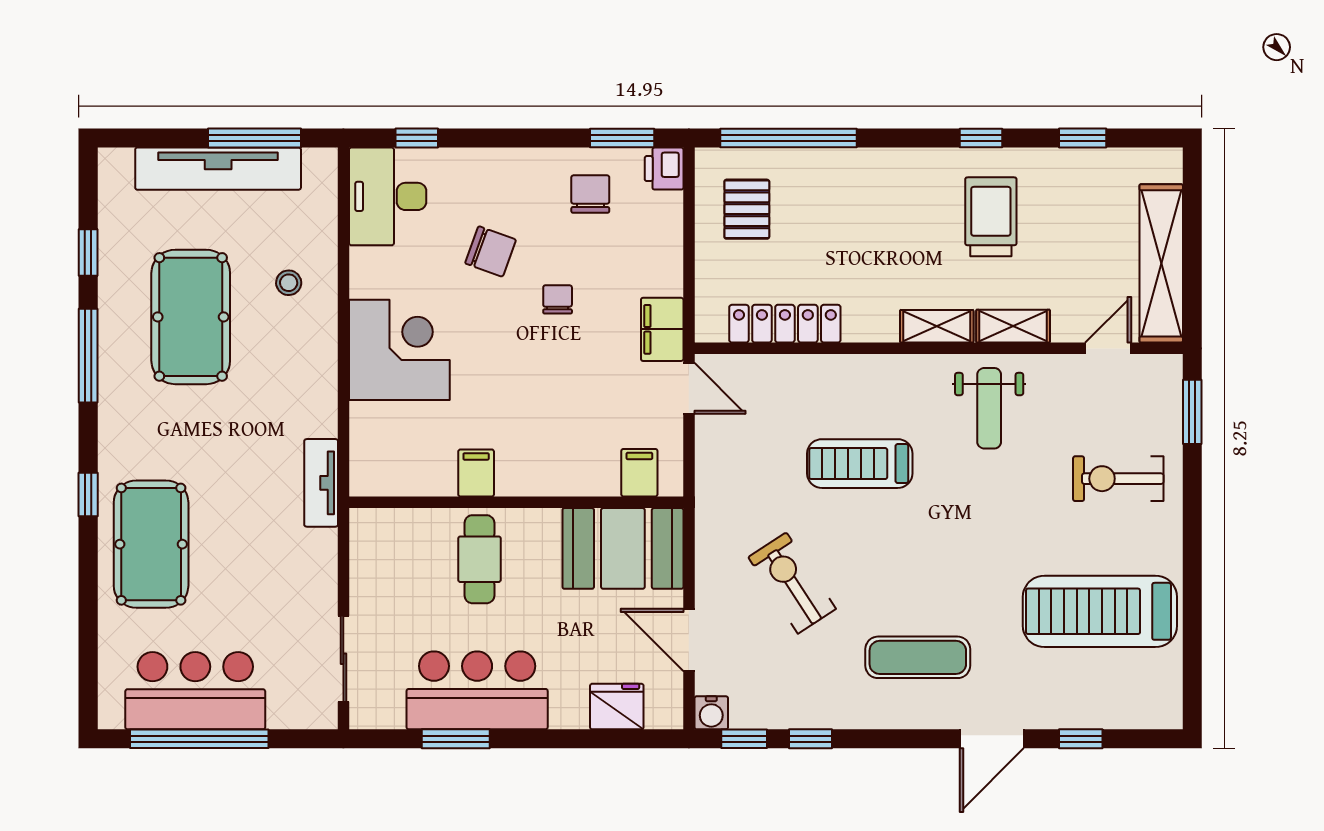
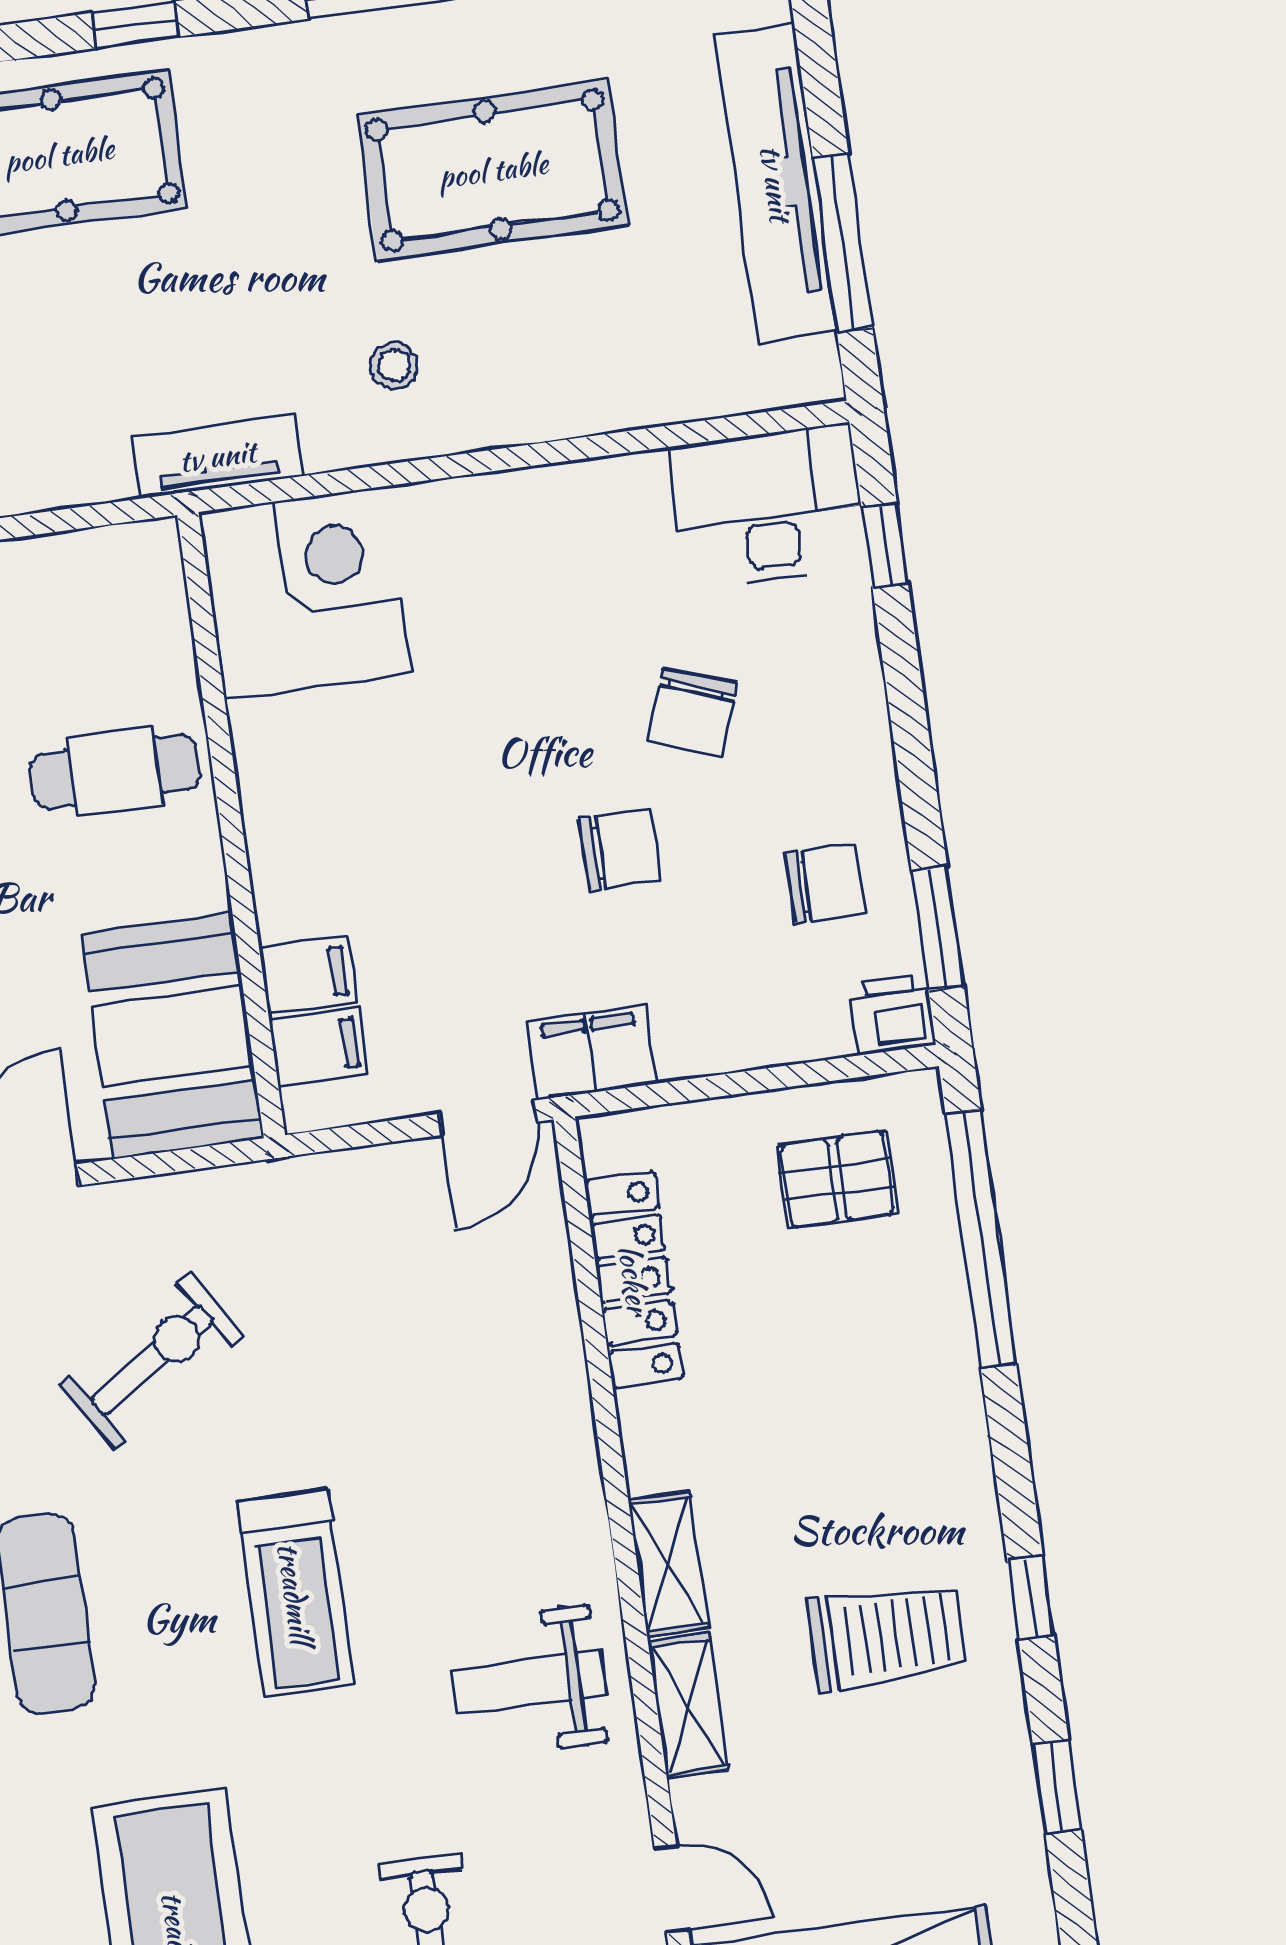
stool: (289, 283) -> (394, 365), moved
chair: (558, 299) -> (620, 850), width x1.37, depth x1.37
corner desk: (399, 350) -> (305, 593), moved, turned -90
treadmill: (860, 464) -> (295, 1593), moved, turned 180
filing cabinet: (476, 473) -> (308, 975), moved

